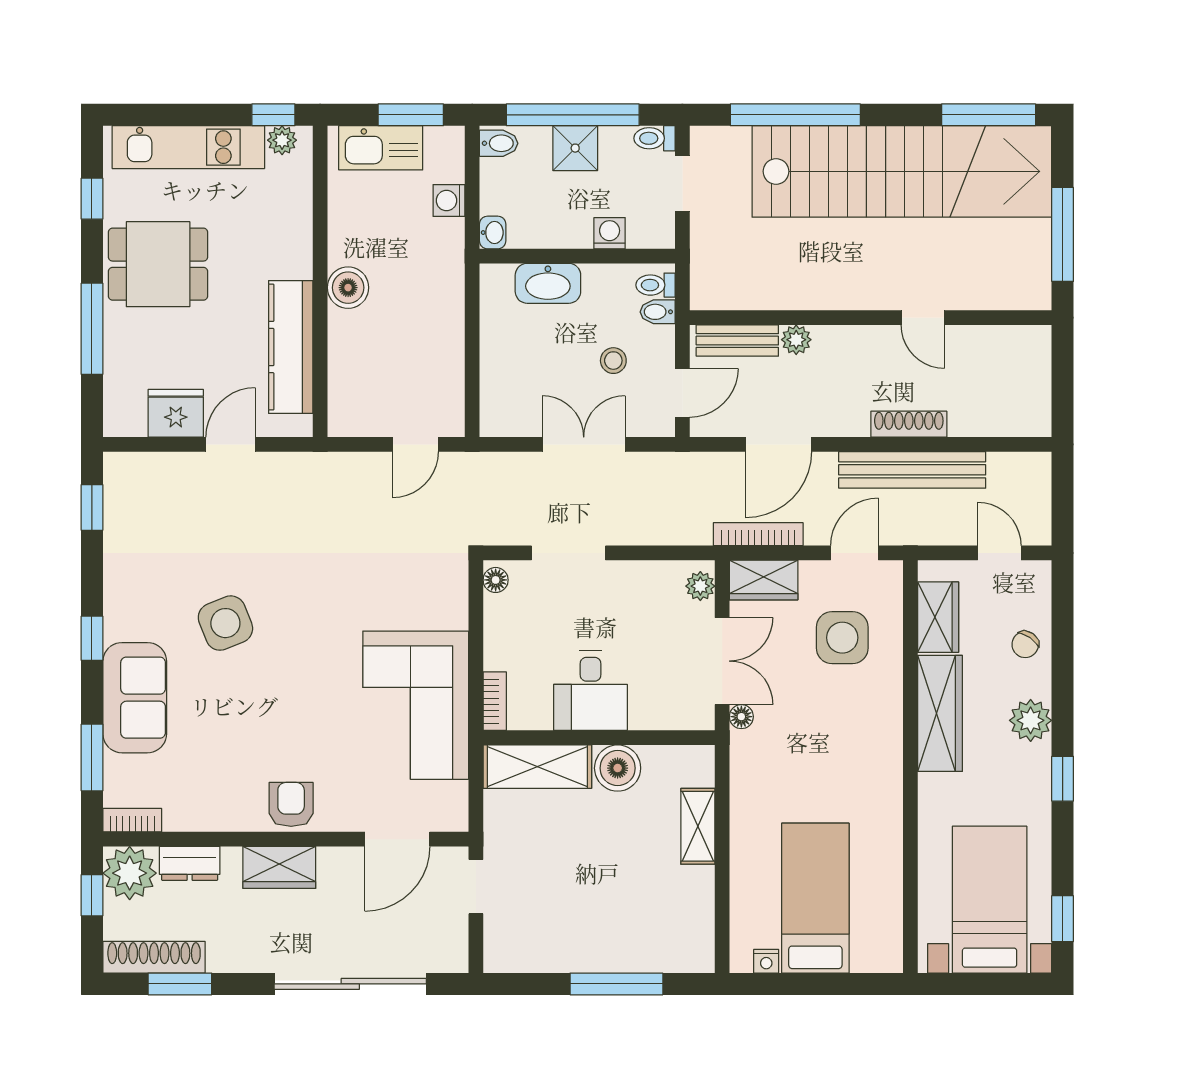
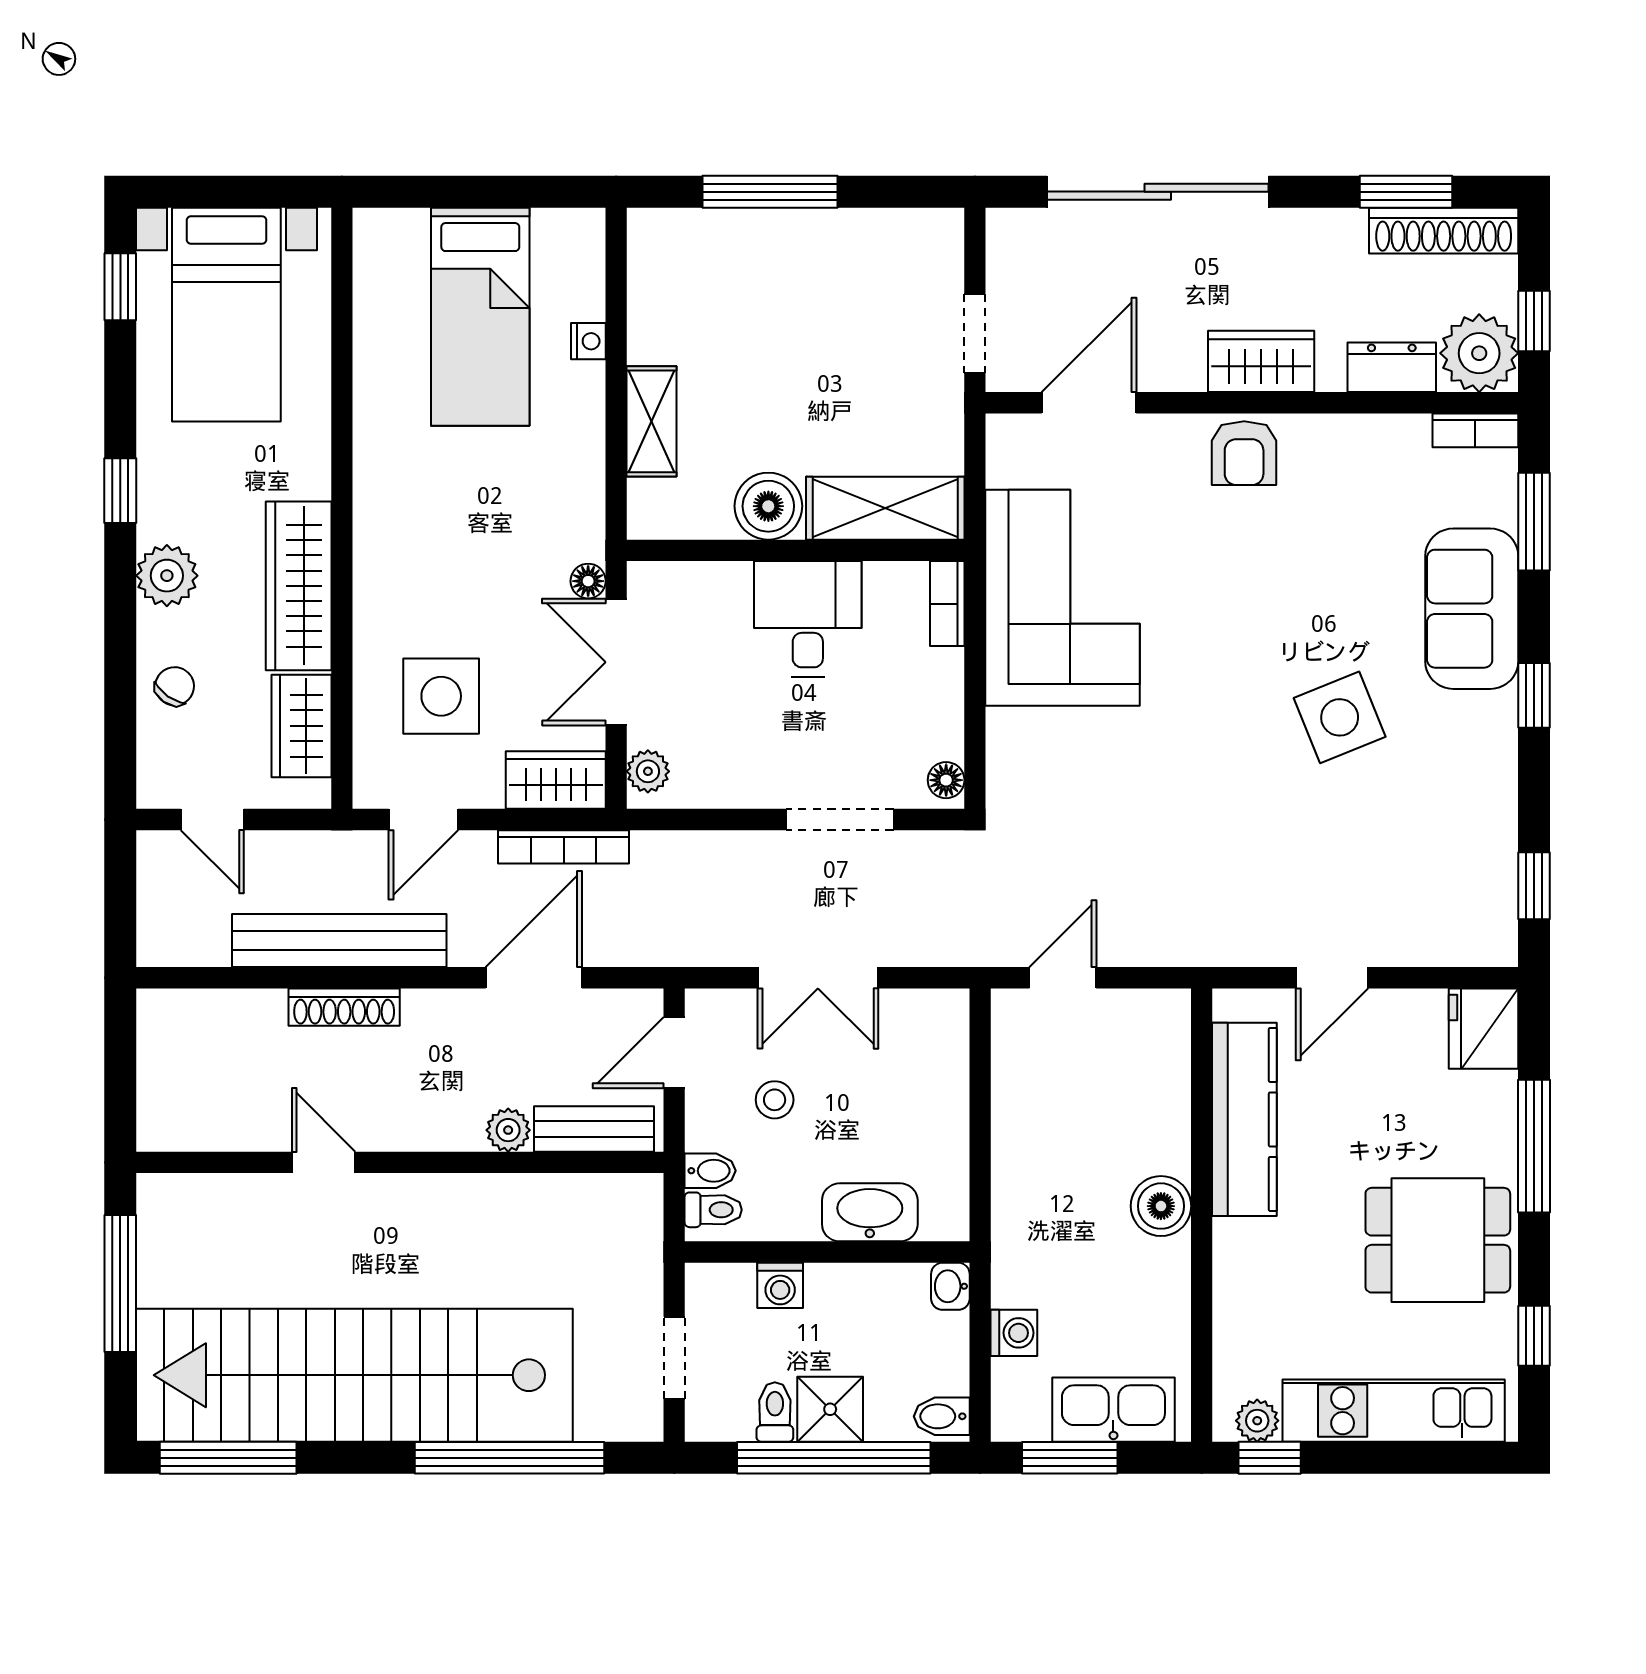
toilet: (655, 138) -> (775, 1412), moved, turned -90
fridge: (176, 413) -> (1483, 1029), moved, turned 90
nightstand: (766, 961) -> (588, 341), moved, turned 90

